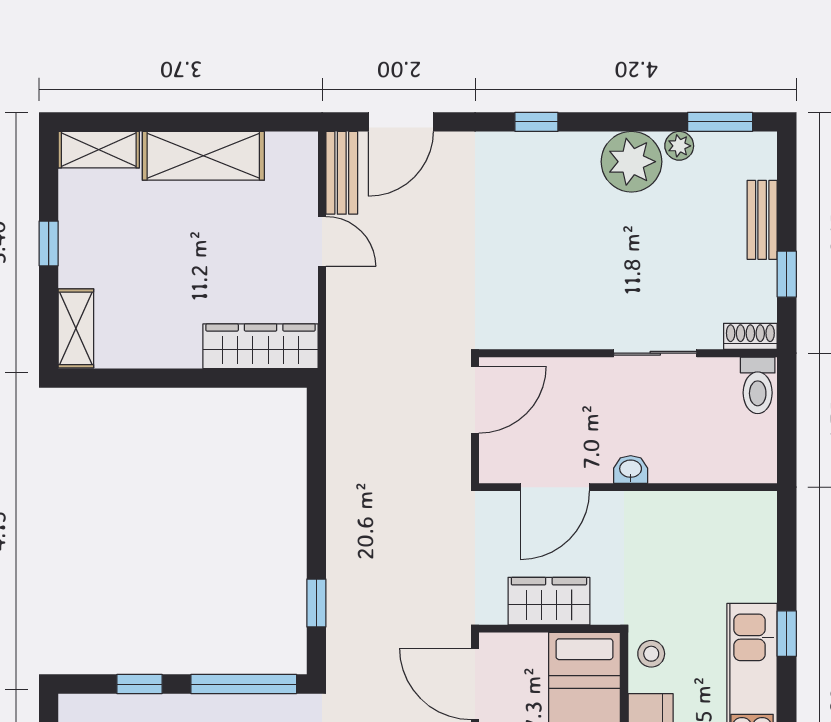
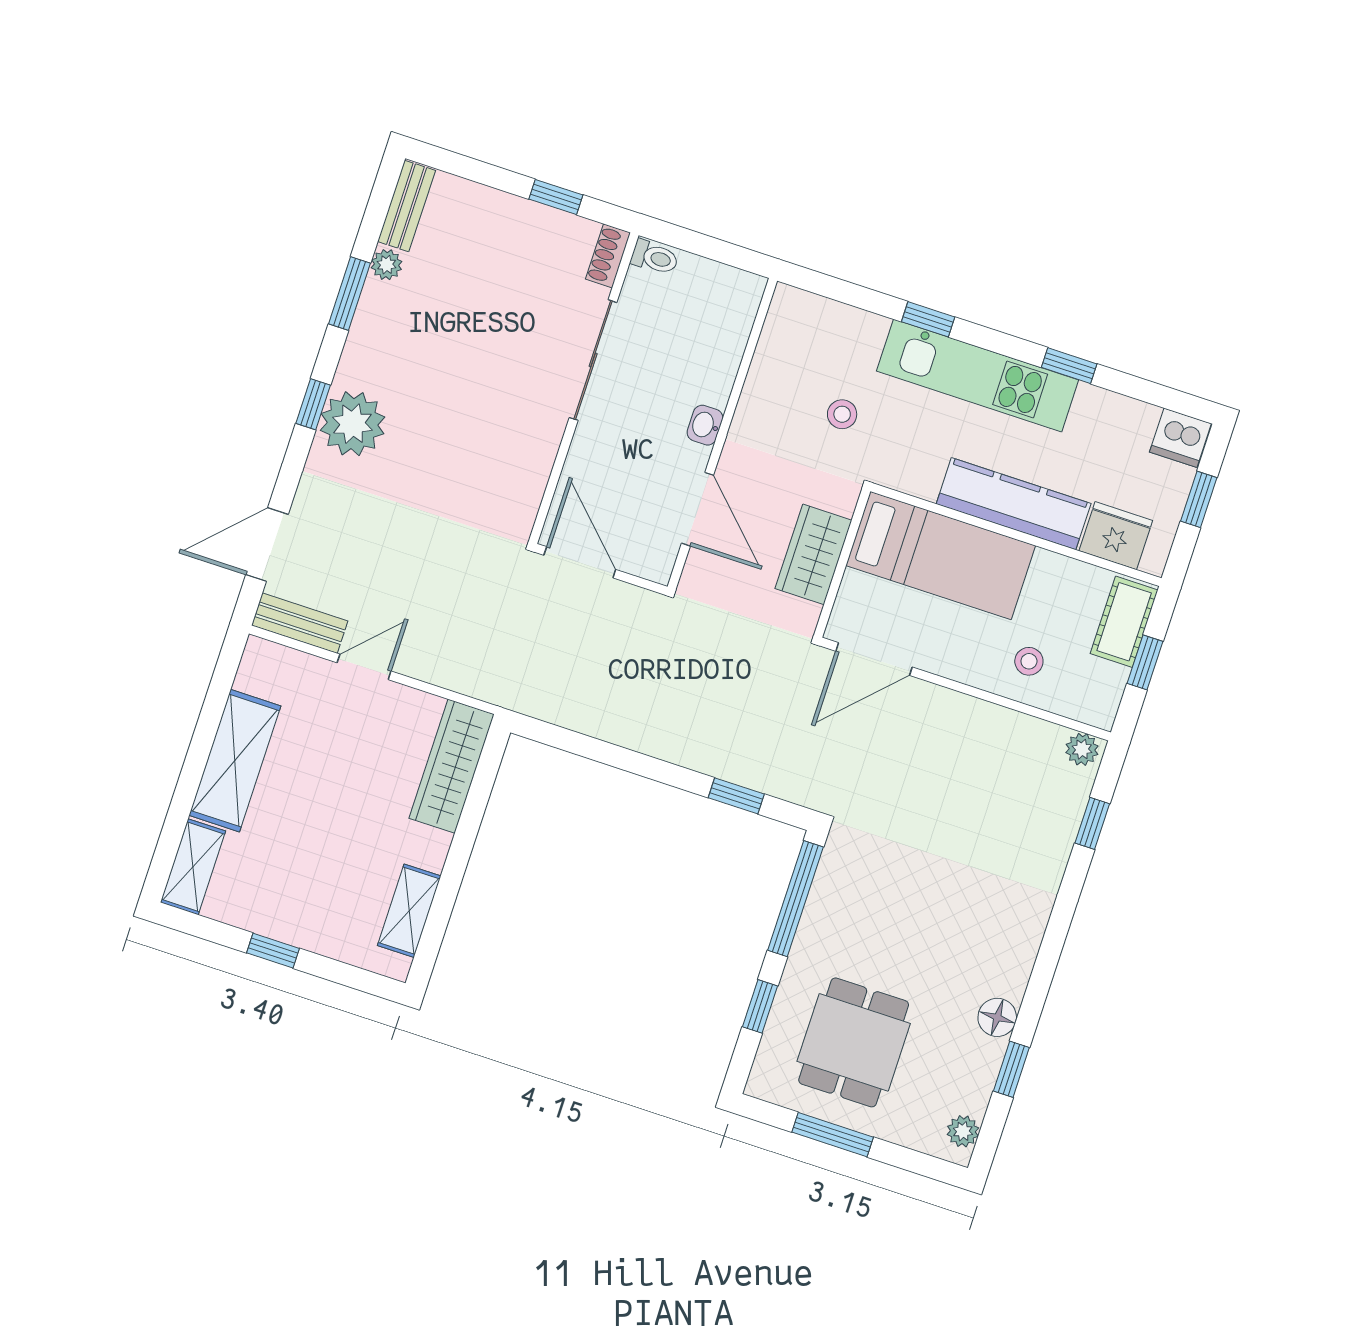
door: (401, 122) -> (267, 545), swing flipped
window: (720, 122) -> (350, 294), moved
plant: (631, 162) -> (352, 424), moved
bench: (762, 220) -> (407, 206), moved, turned 90
shelving: (76, 328) -> (409, 911), moved, turned 90
sliding door: (655, 353) -> (593, 360), width x1.37
toilet: (758, 385) -> (655, 257), width x0.73, depth x0.72
stool: (651, 654) -> (842, 414), moved

